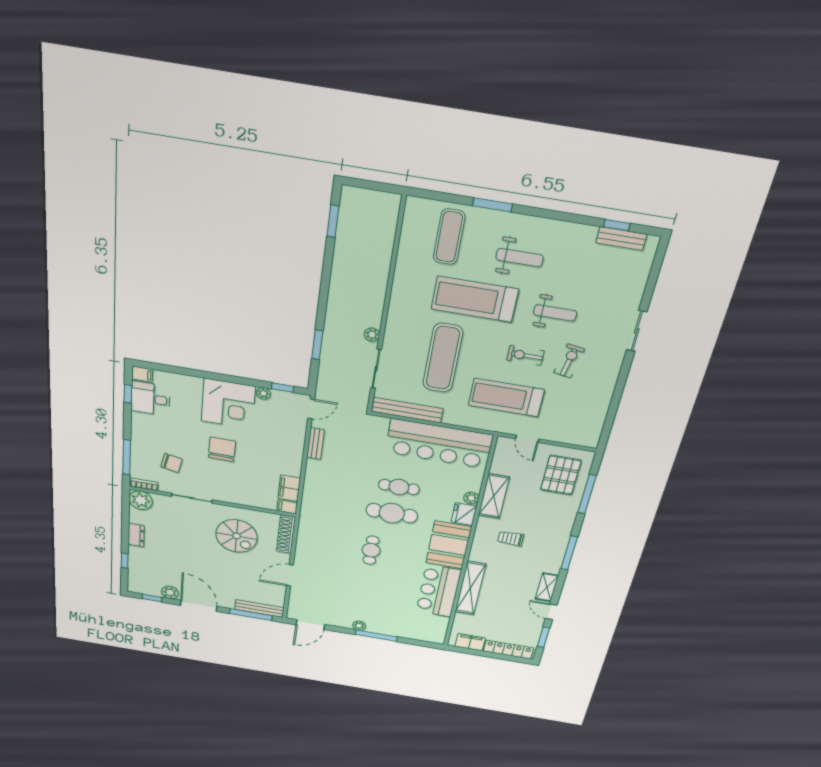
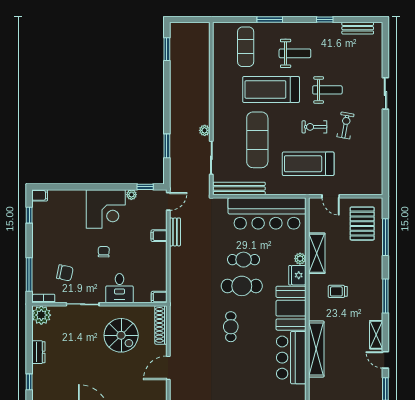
window: (617, 225) -> (325, 19), moved
desk: (150, 399) -> (120, 288), moved, turned -90
chair: (222, 449) -> (104, 252), width x0.54, depth x0.54
filing cabinet: (289, 488) -> (159, 236), moved, width x0.50

